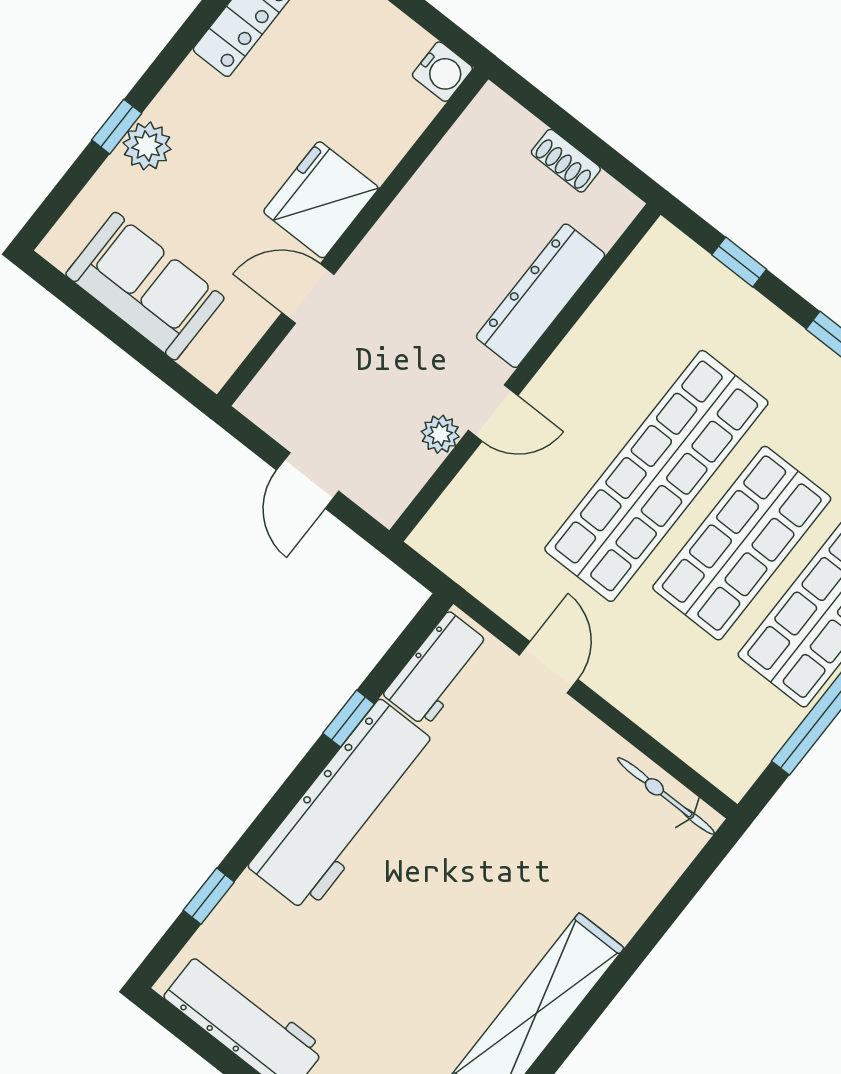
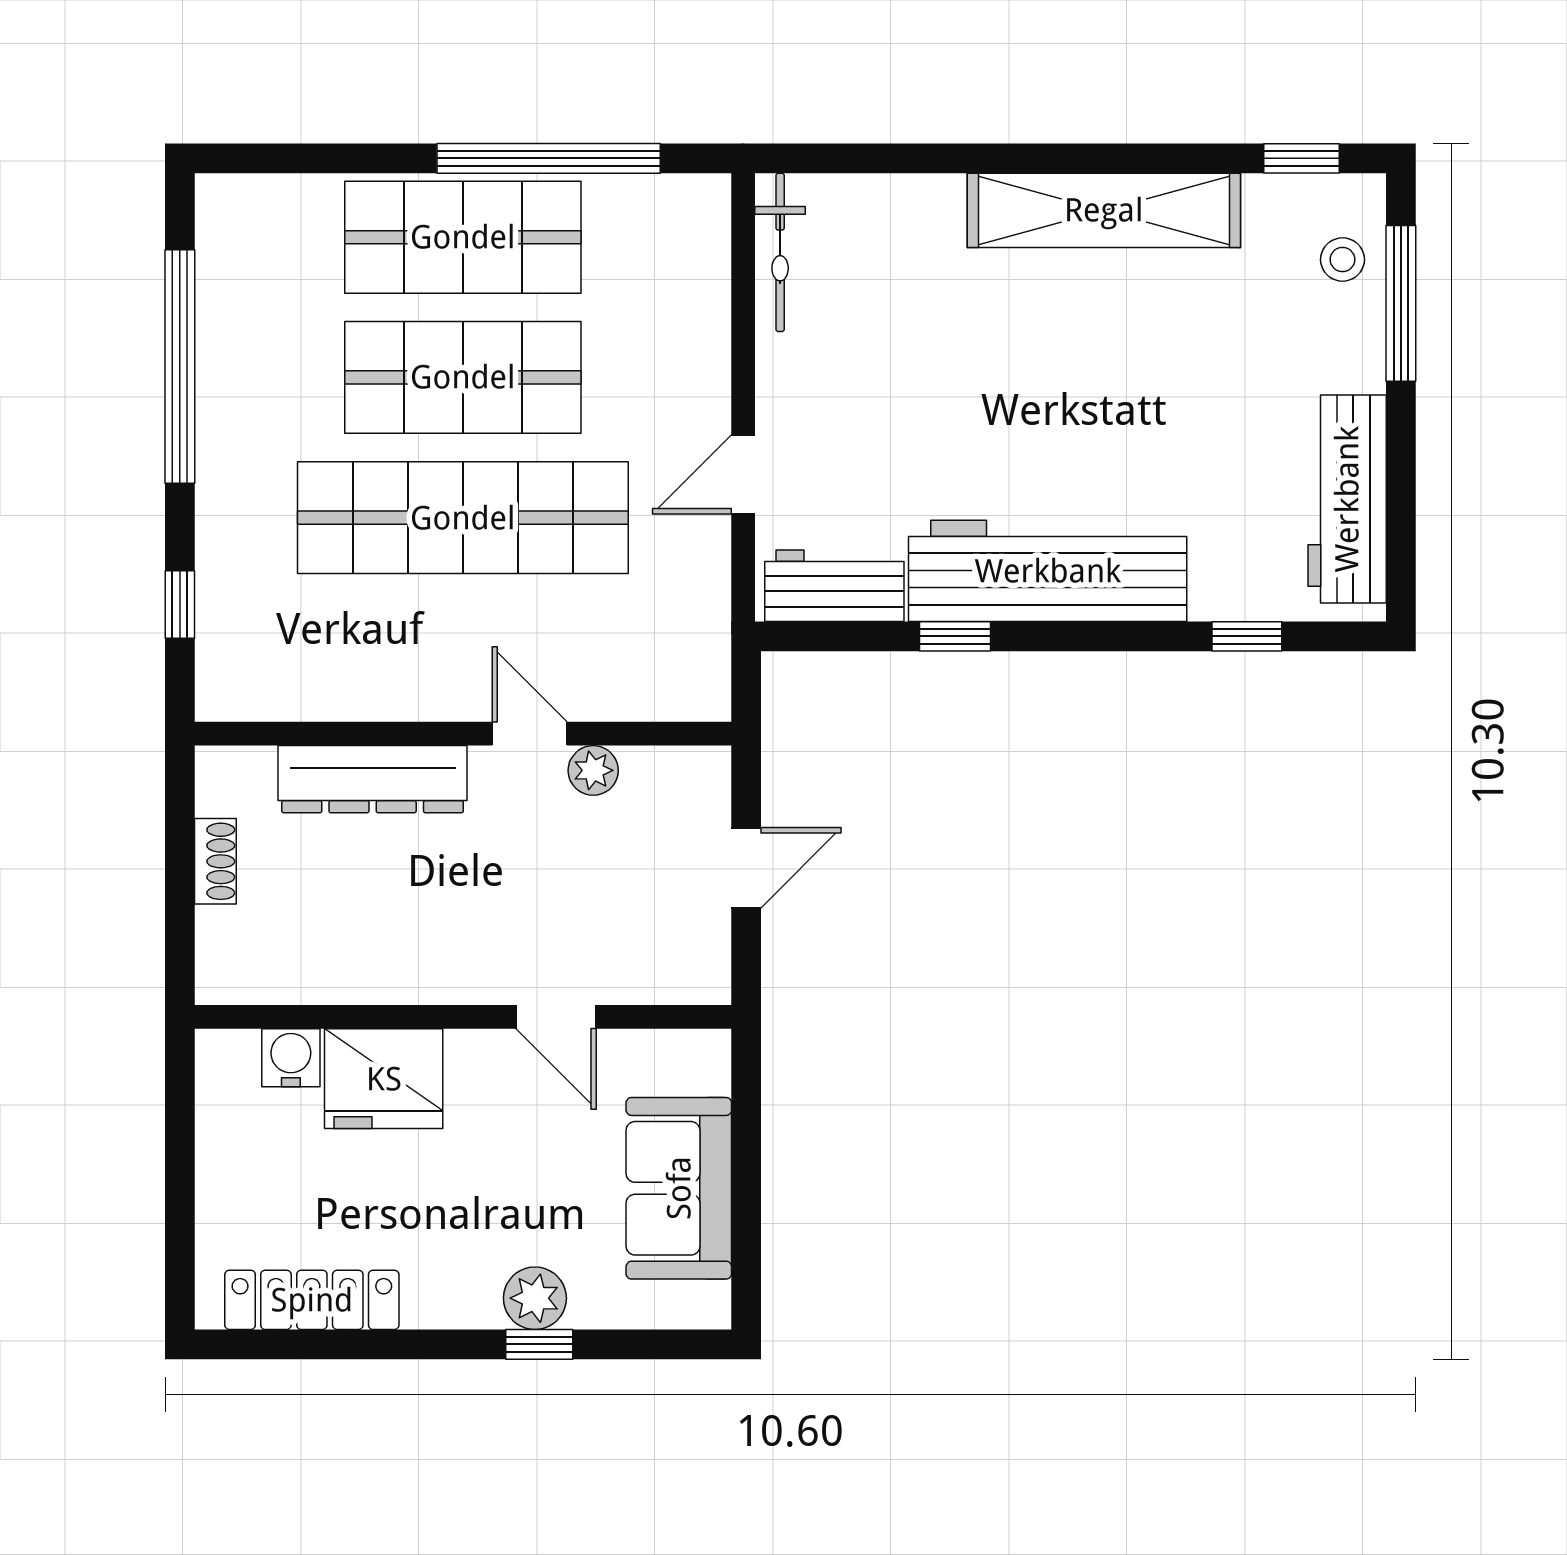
water cooler: (442, 72) -> (291, 1058), moved
fridge: (321, 200) -> (384, 1079), moved

